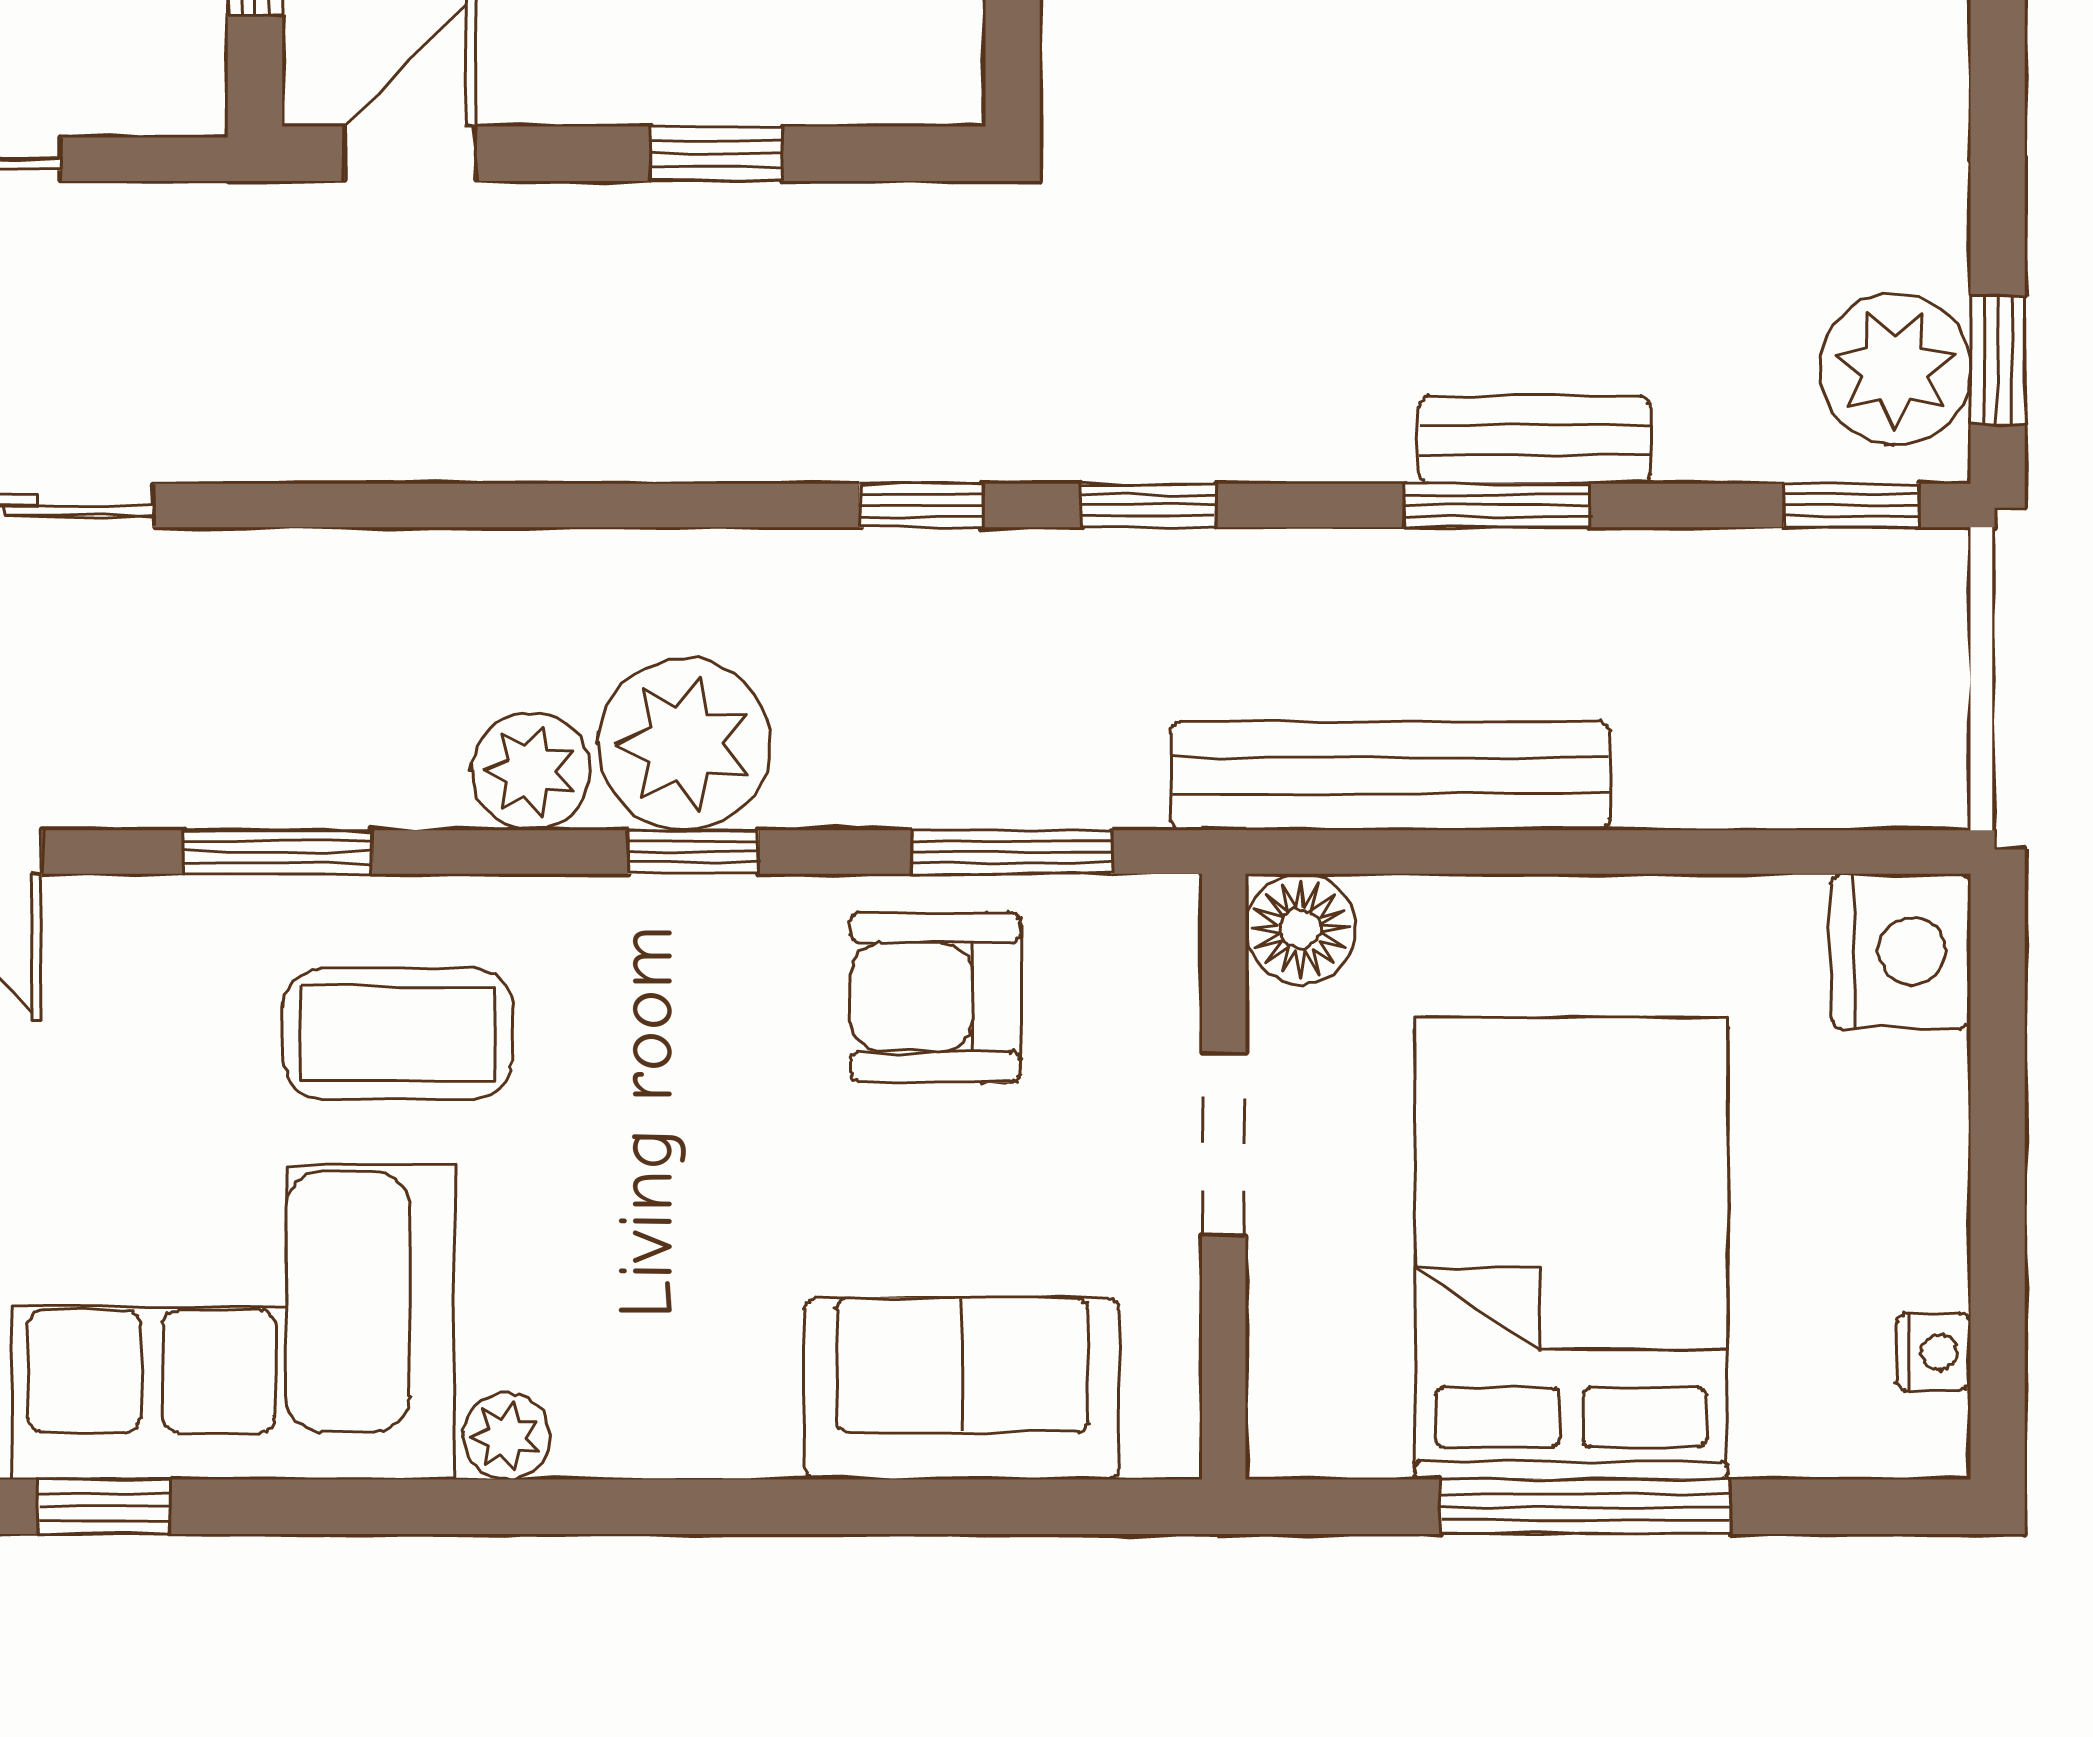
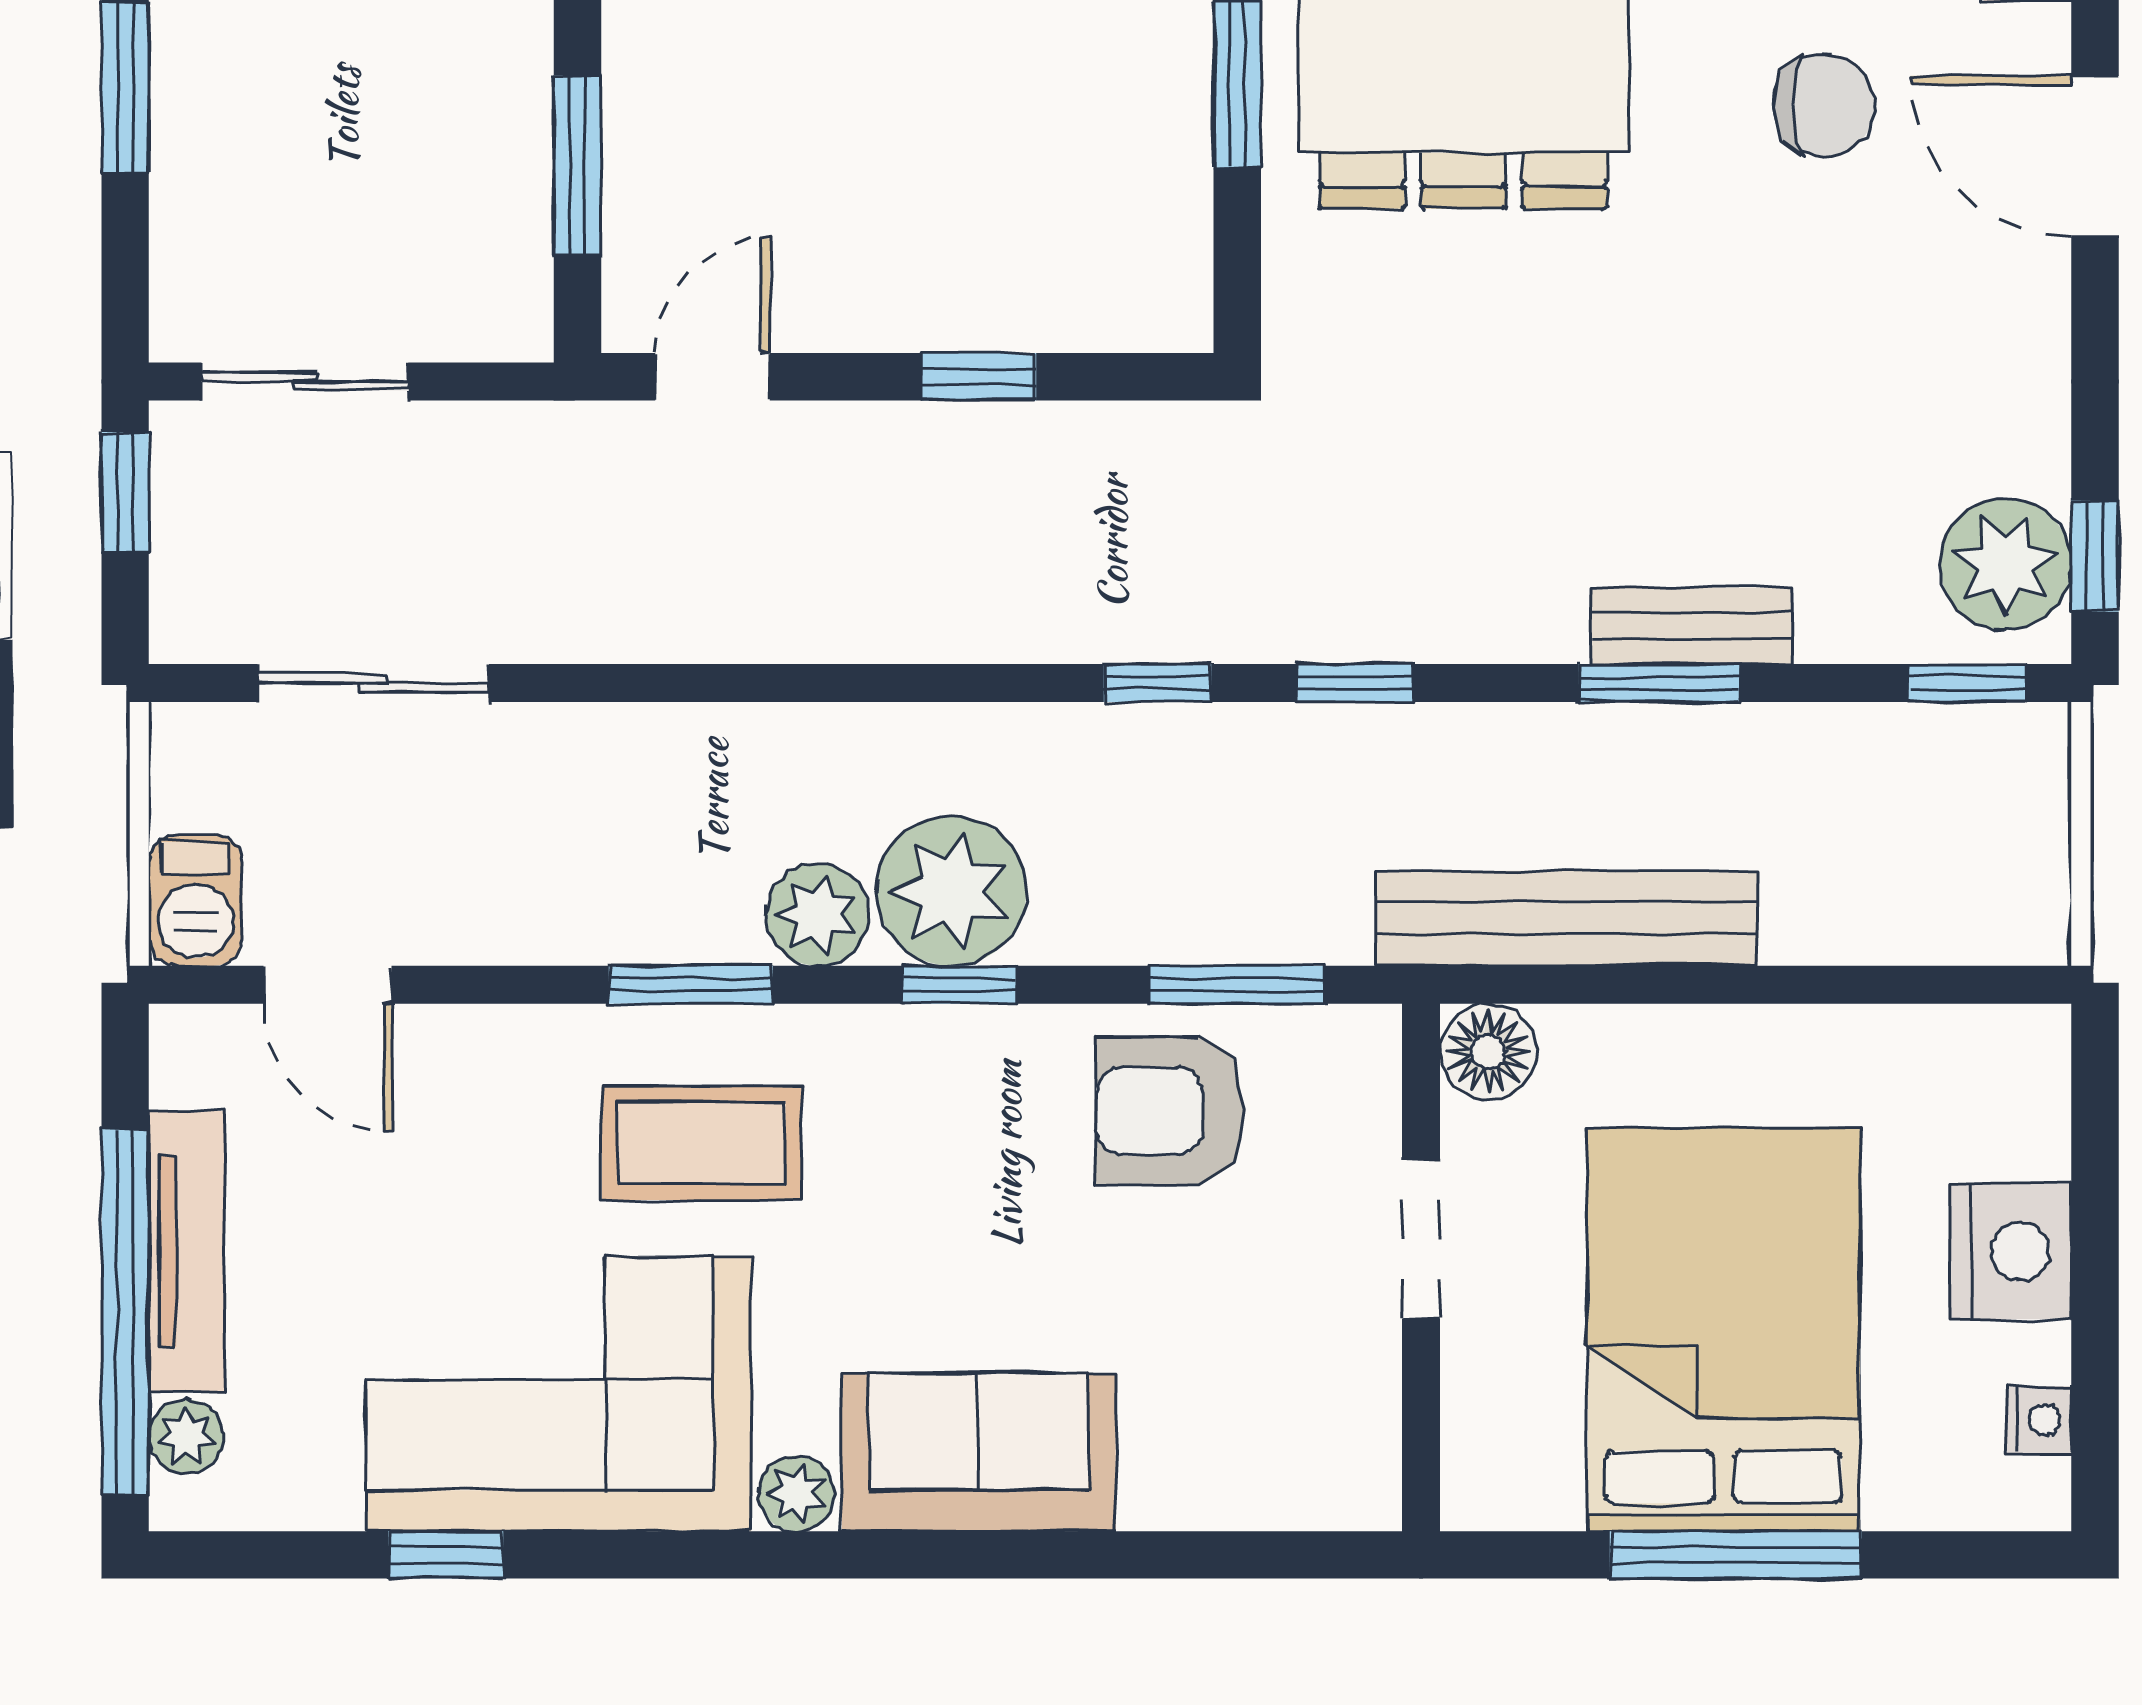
window: (278, 852) -> (691, 985), moved
nightstand: (1901, 951) -> (2011, 1252), moved
sofa: (962, 1389) -> (979, 1452), moved

